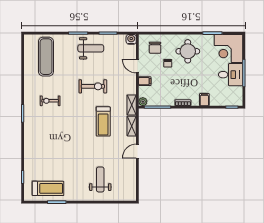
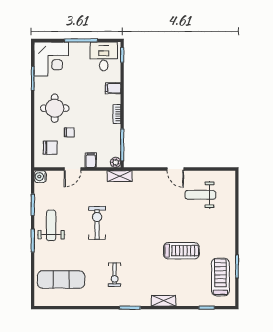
desk: (231, 75) -> (104, 56), moved
treadmill: (103, 121) -> (181, 251), moved
shelving: (132, 126) -> (164, 301), moved
weight bench: (100, 179) -> (200, 195), moved

